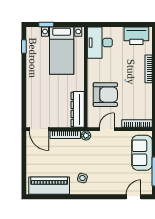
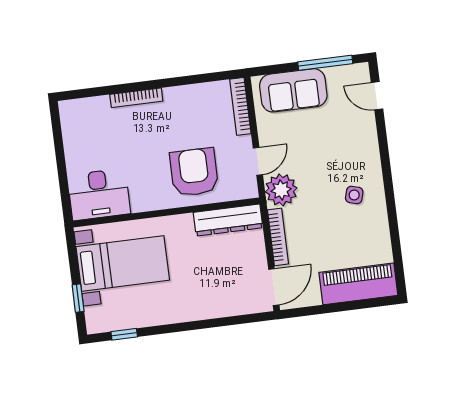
printer: (136, 36) -> (78, 128), removed
door: (107, 129) -> (258, 161), swing flipped
plant: (86, 136) -> (281, 190), width x1.88, depth x1.88
piano: (49, 186) -> (358, 284), moved, turned 90

